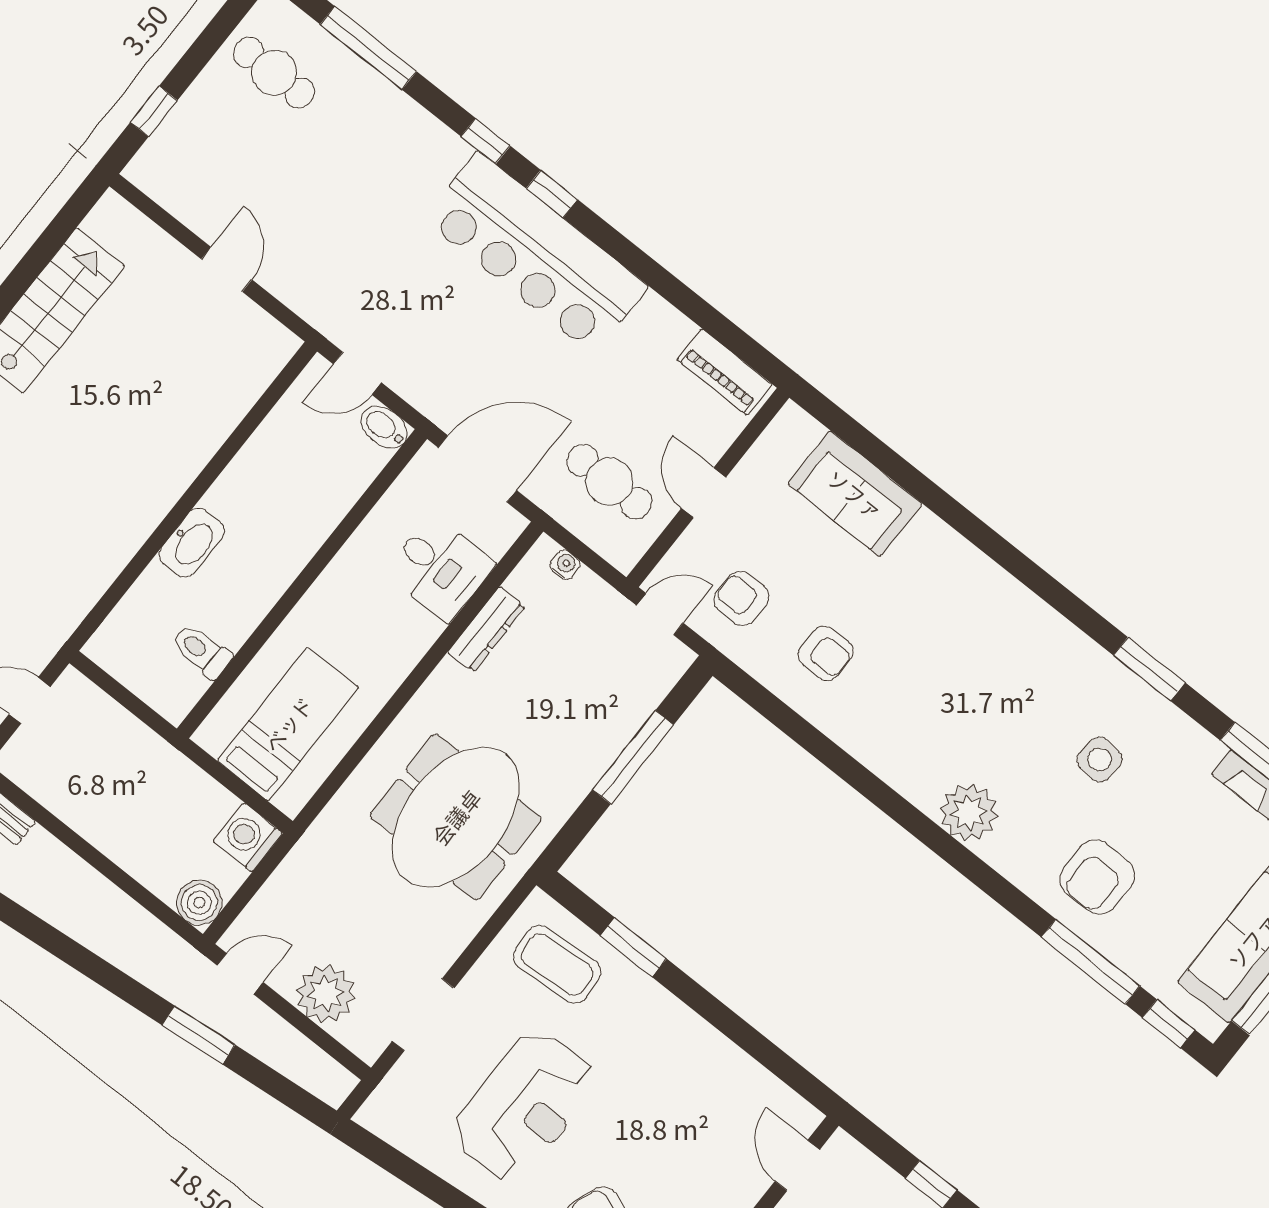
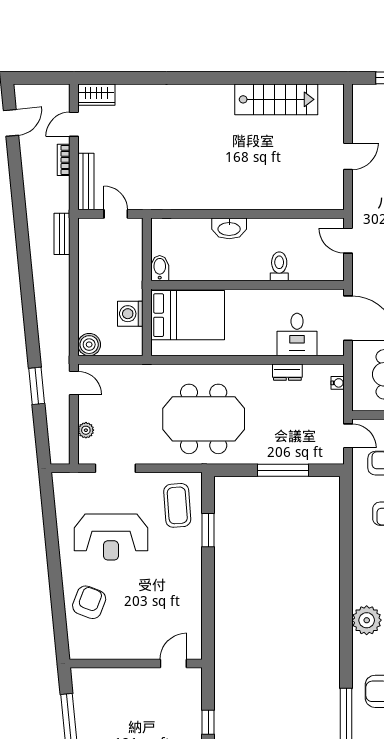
bidet: (384, 427) -> (160, 268), moved
dresser: (486, 629) -> (287, 372), width x0.70
toilet: (202, 651) -> (279, 266), moved
bed: (288, 724) -> (188, 315), width x1.50
washing machine: (248, 837) -> (130, 314), moved, turned -90
plant: (326, 994) -> (86, 430), width x0.53, depth x0.53

